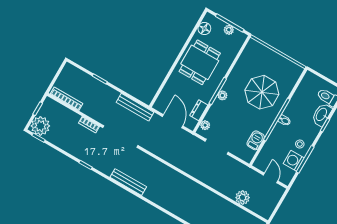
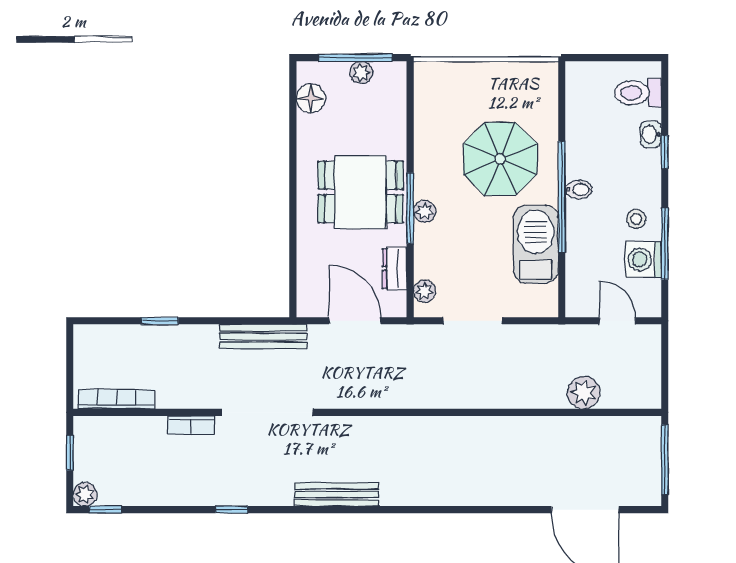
dining table: (200, 62) -> (361, 192), moved, turned 90
washbasin: (322, 115) -> (651, 134), width x0.52, depth x0.69
plant: (40, 126) -> (85, 494), width x0.53, depth x0.53
barbecue: (256, 140) -> (536, 244), width x1.88, depth x1.53

